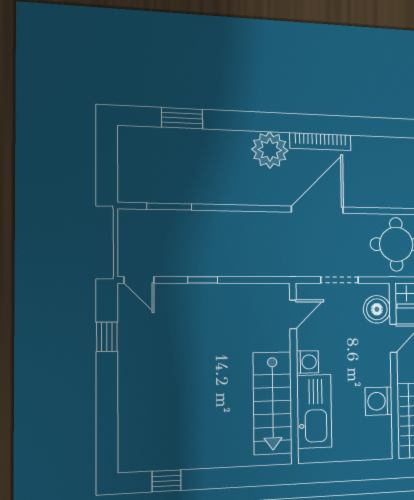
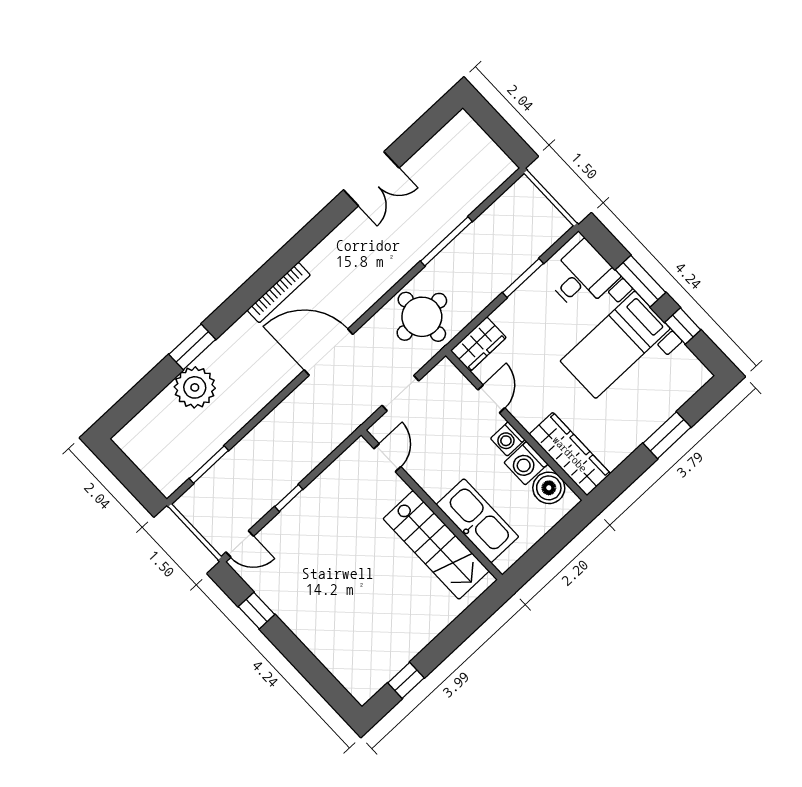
window: (182, 118) -> (192, 347), moved
plant: (270, 150) -> (195, 387), moved
door: (317, 210) -> (328, 352), hinge flipped
boiler: (377, 309) -> (549, 488), moved
washing machine: (307, 362) -> (508, 439), moved, turned 180

